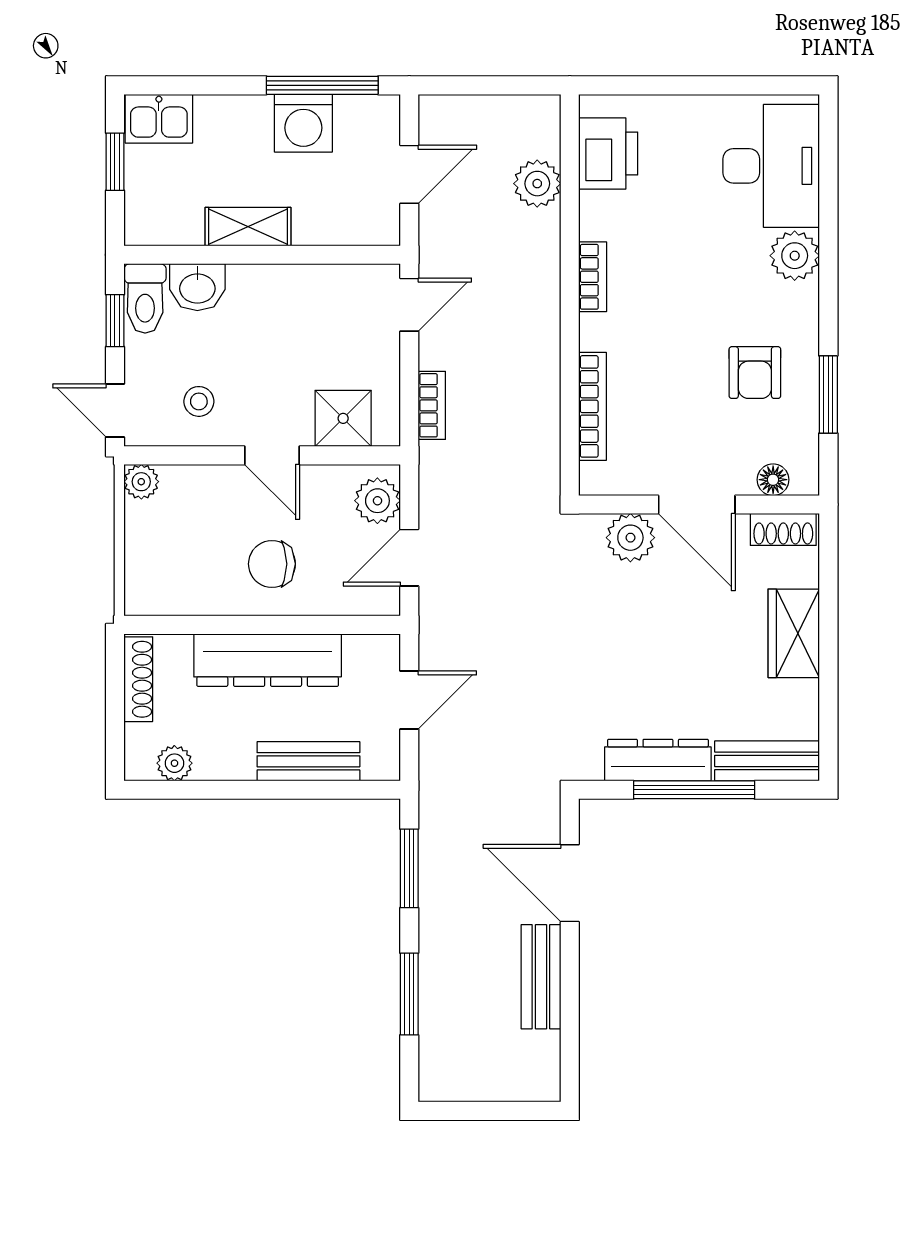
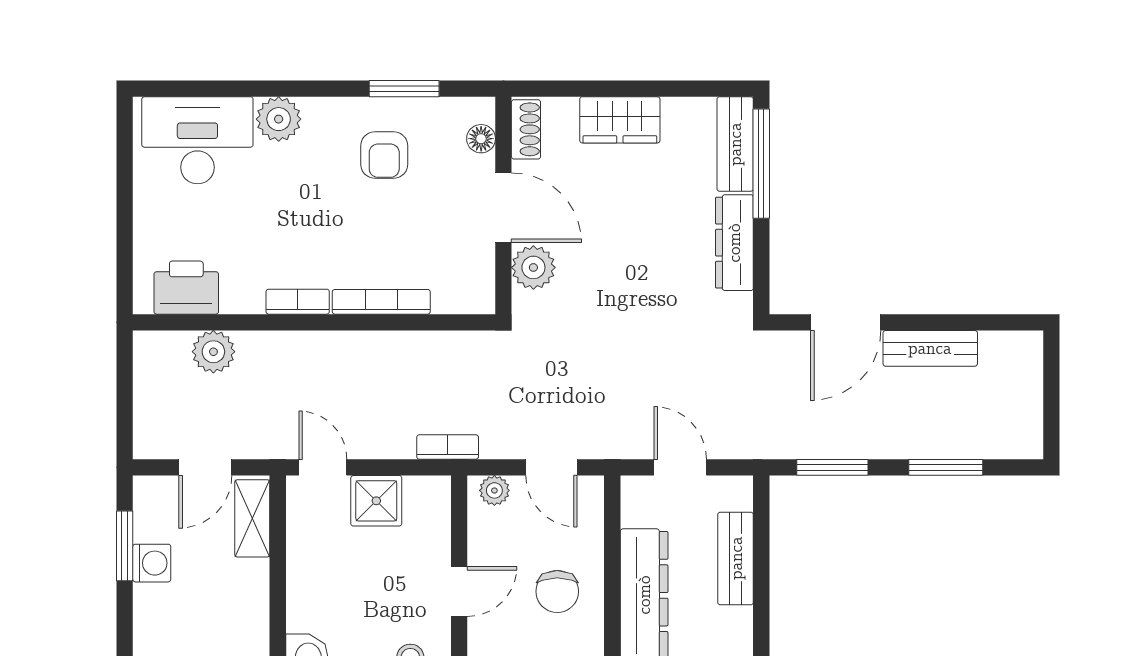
window: (322, 85) -> (125, 546), width x0.69
washing machine: (303, 123) -> (152, 563), width x0.73, depth x0.73
door: (409, 174) -> (205, 467), swing flipped
shelving: (248, 227) -> (252, 518), moved
armchair: (755, 373) -> (384, 155), turned 90
bookcase: (432, 405) -> (448, 447), moved
bookcase: (593, 406) -> (381, 302), moved
shower: (343, 418) -> (376, 501), moved
plant: (377, 501) -> (494, 490), width x0.73, depth x0.73
door: (697, 504) -> (503, 208), hinge flipped
window: (694, 790) -> (761, 164), moved

